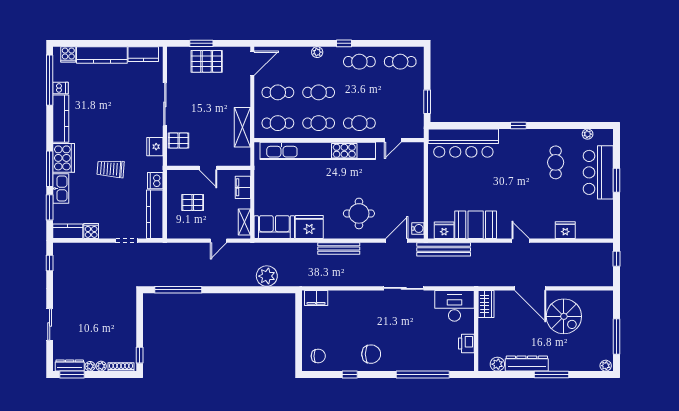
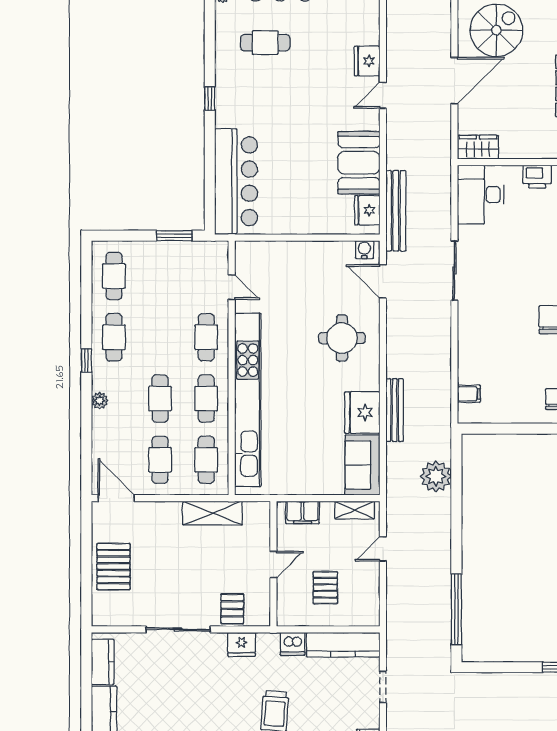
window: (201, 43) -> (86, 574), removed
fridge: (565, 230) -> (367, 61), moved
door: (219, 241) -> (383, 549), swing flipped
bench: (339, 249) -> (395, 410), moved
filing cabinet: (316, 298) -> (469, 394), width x0.50

